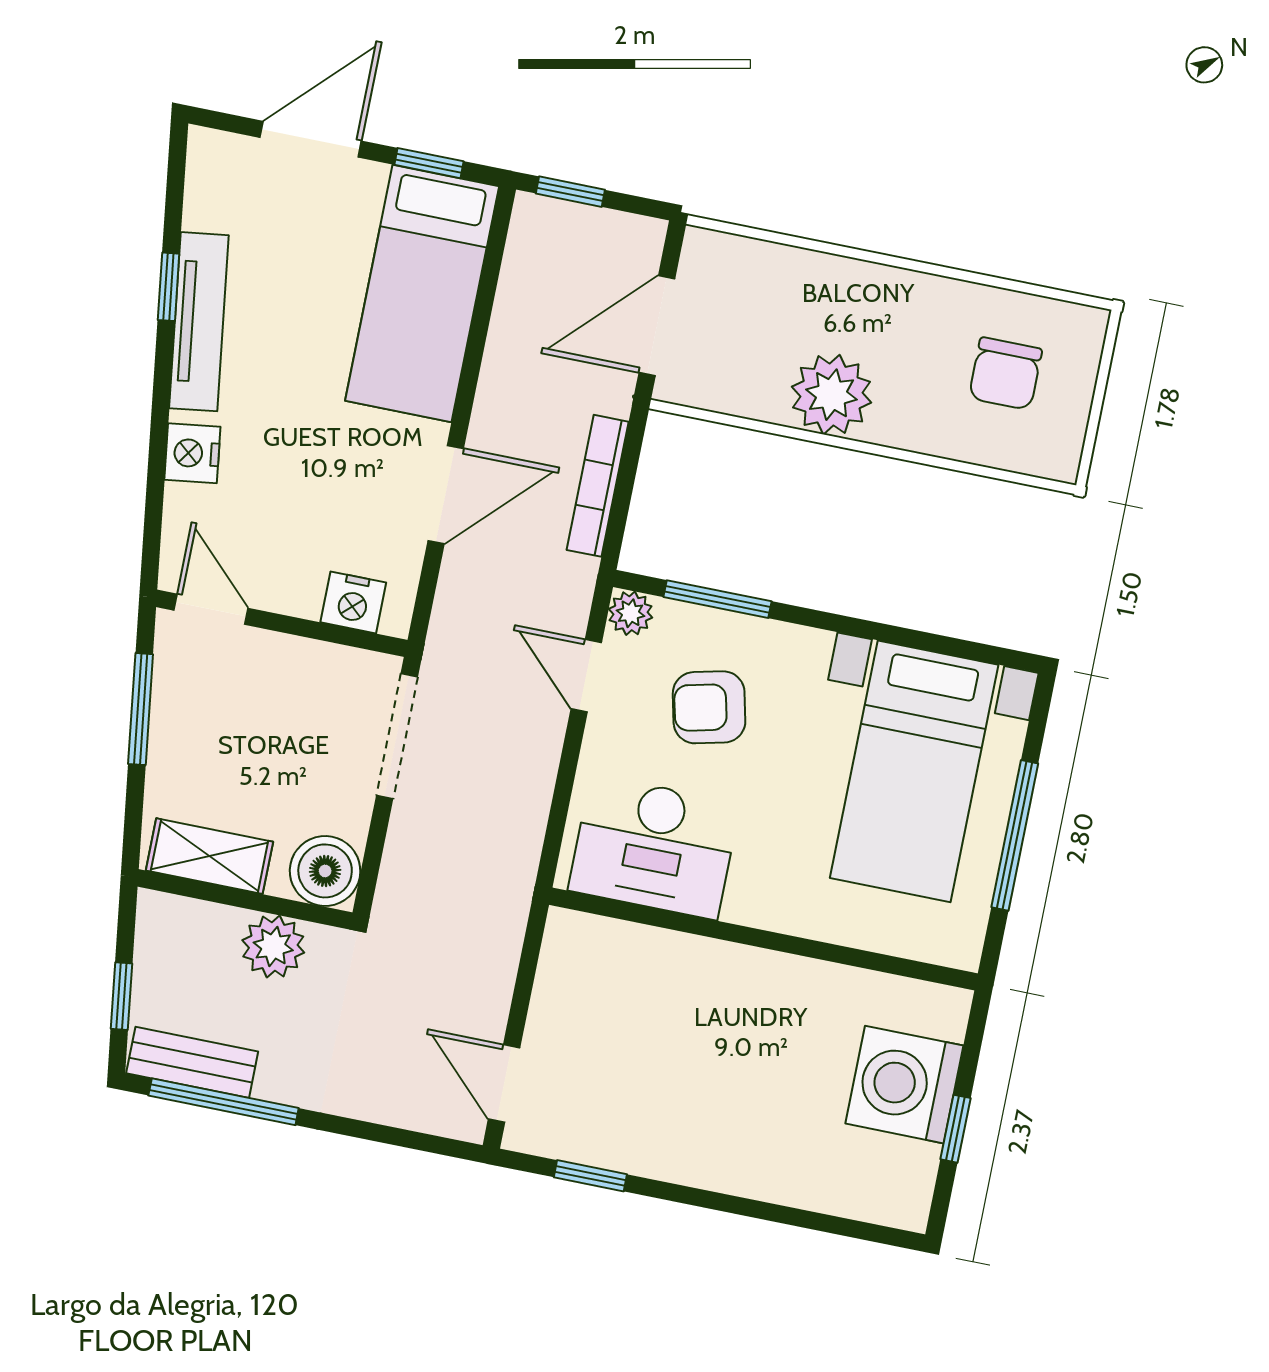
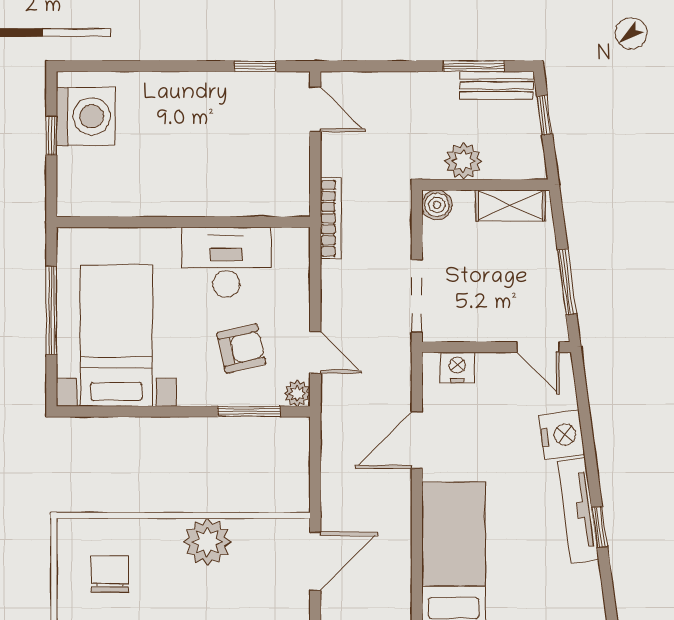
nightstand: (192, 453) -> (562, 435), width x1.36, depth x1.33
bookcase: (598, 486) -> (331, 218), moved
desk: (654, 847) -> (226, 262), moved
boiler: (325, 871) -> (437, 205), width x0.73, depth x0.73
washing machine: (904, 1085) -> (86, 116), moved
window: (224, 1102) -> (474, 66), width x0.69

